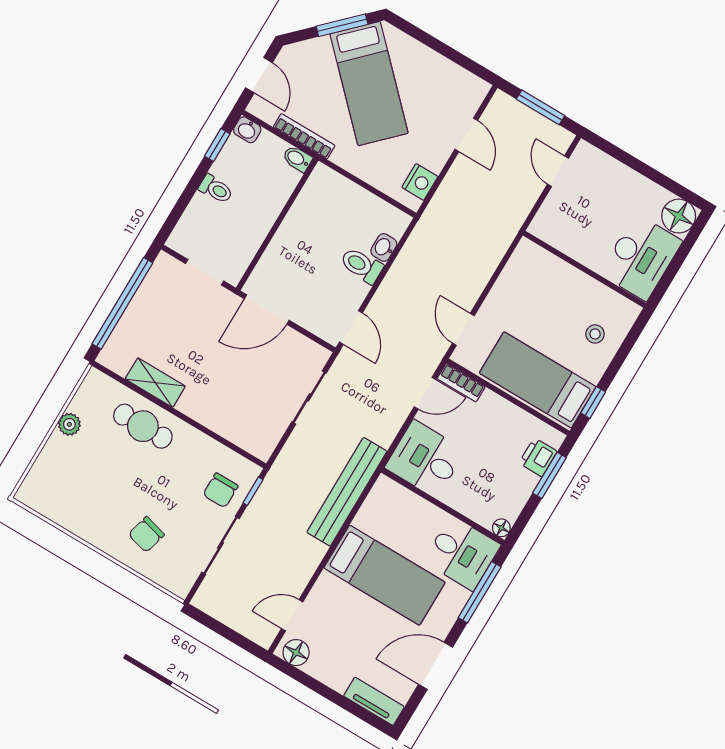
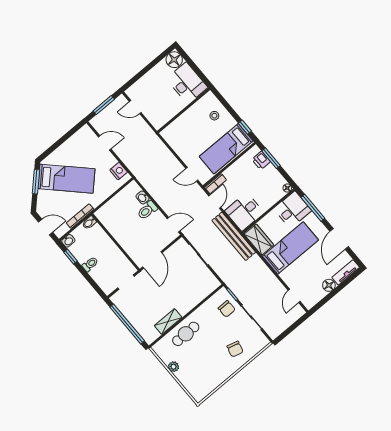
bench: (347, 492) -> (234, 236), moved
wardrobe: (380, 507) -> (259, 240), added
floor lamp: (296, 653) -> (329, 285), moved

